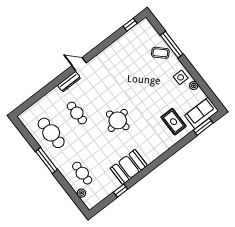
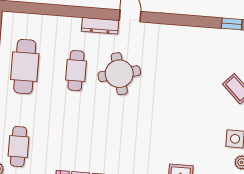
round table: (118, 120) -> (119, 74), moved

